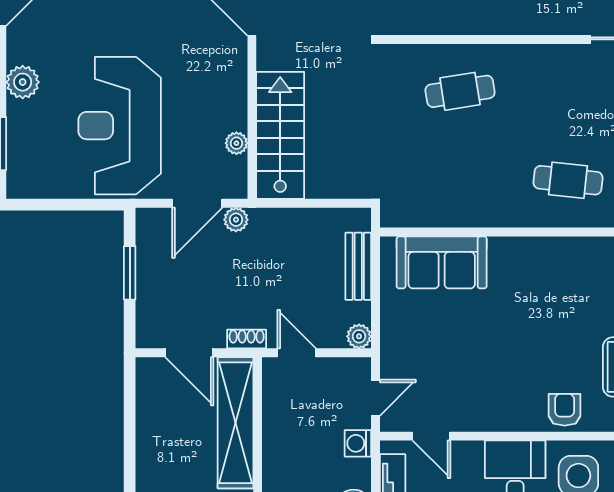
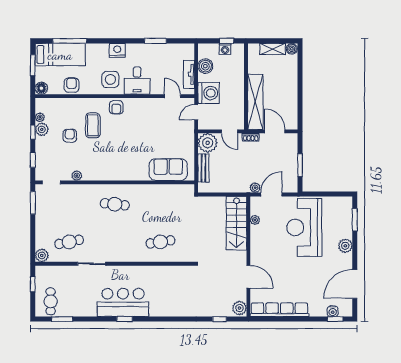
reception desk: (120, 126) -> (304, 227), turned 180
plant: (359, 336) -> (208, 143), width x1.87, depth x1.87
washing machine: (358, 443) -> (209, 93), width x1.89, depth x1.89

